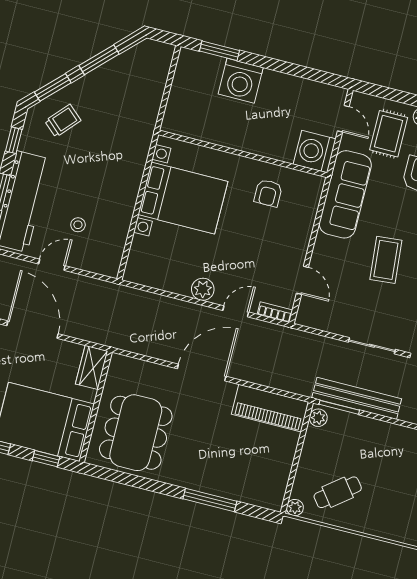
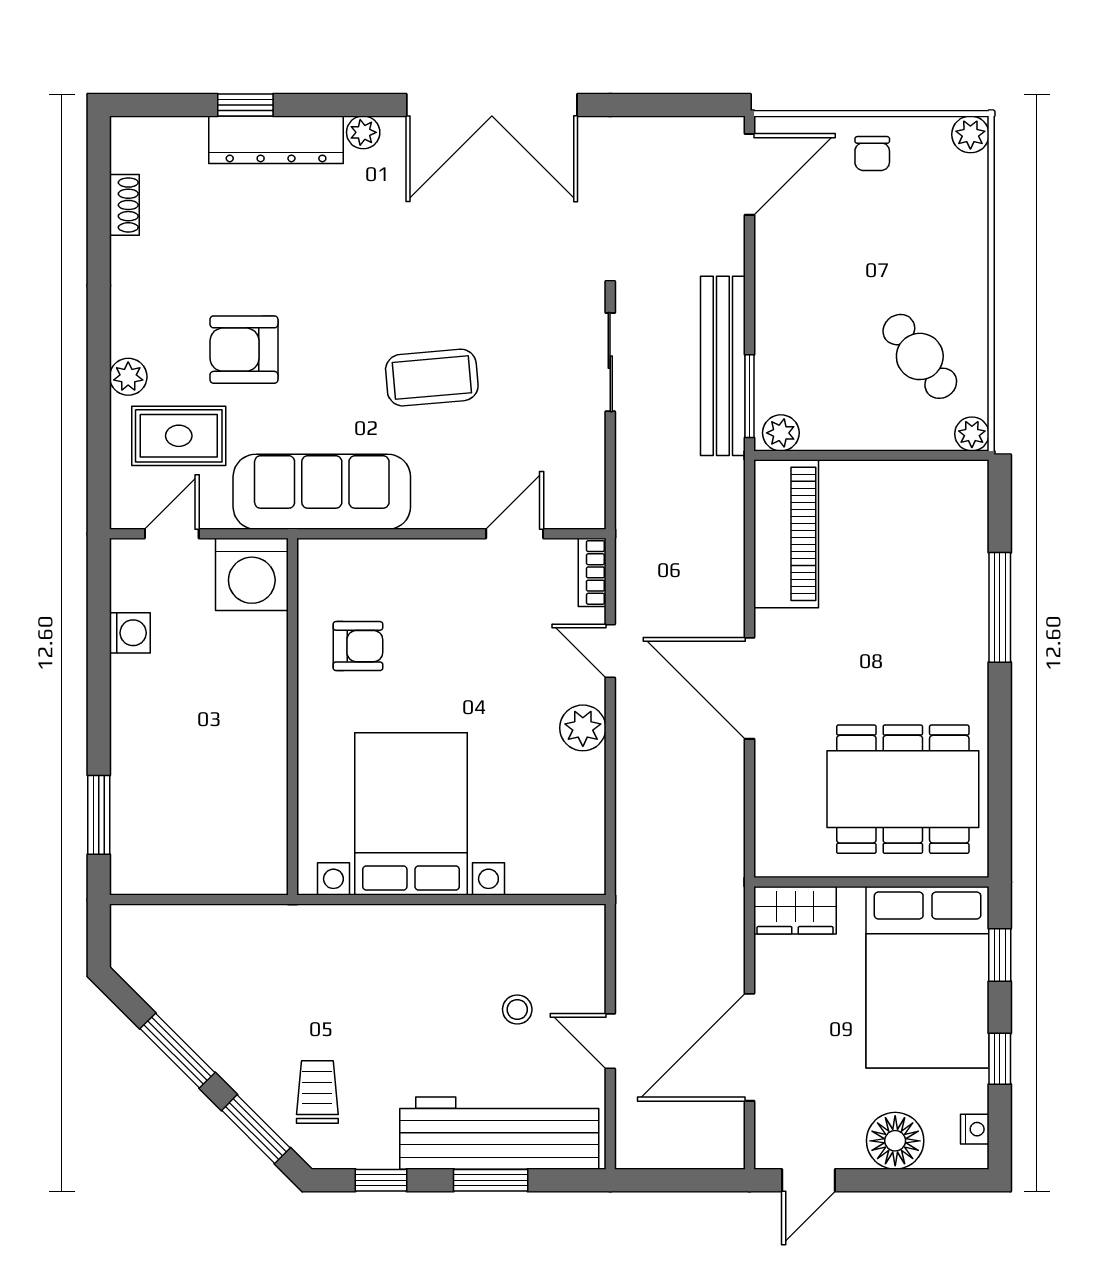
washing machine: (241, 81) -> (130, 633), moved, width x0.53, depth x0.53
trolley: (63, 121) -> (317, 1092), turned 48

